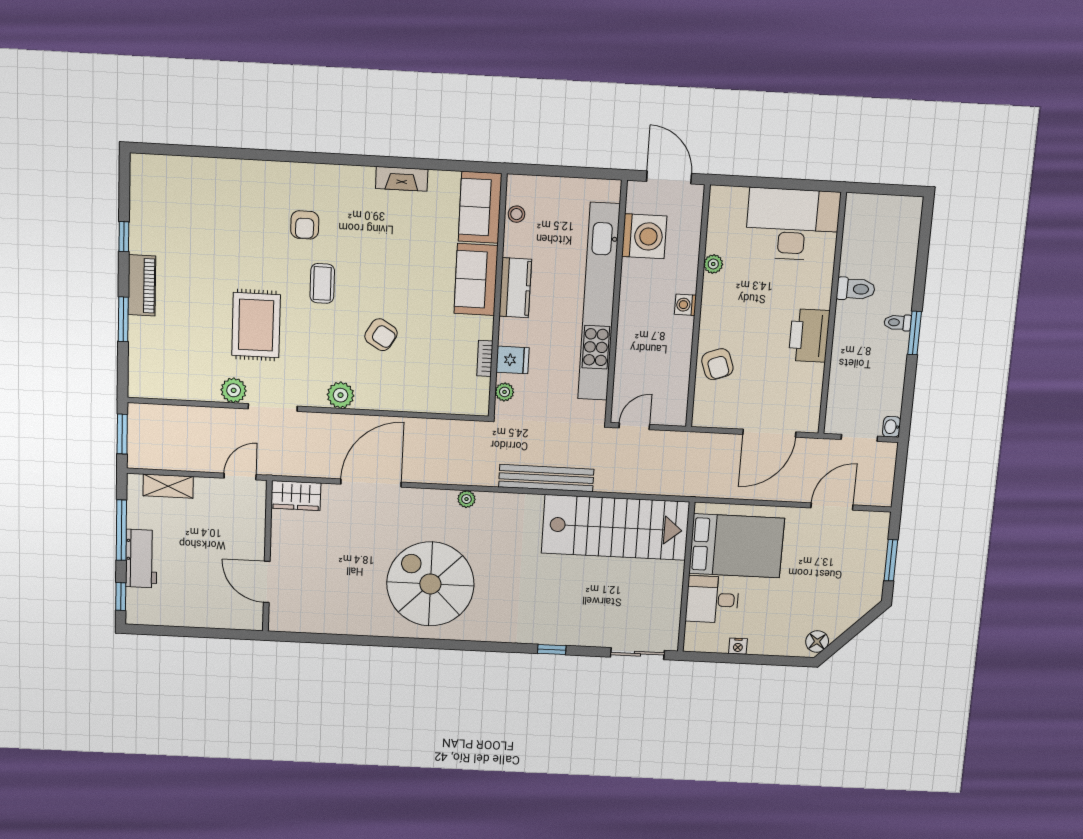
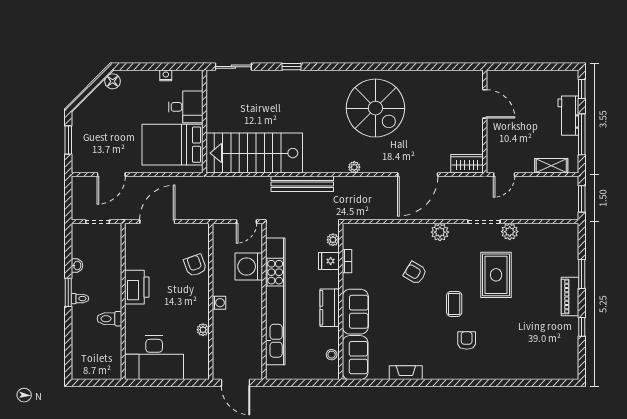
washing machine: (644, 236) -> (249, 267), moved
washbasin: (892, 427) -> (77, 265), moved

